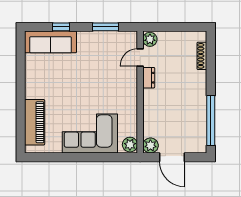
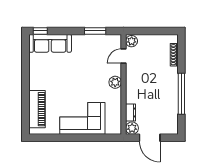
window: (61, 27) -> (40, 31), moved
dresser: (149, 78) -> (131, 113), moved
window: (211, 120) -> (181, 94), moved
plant: (130, 145) -> (115, 82), moved

